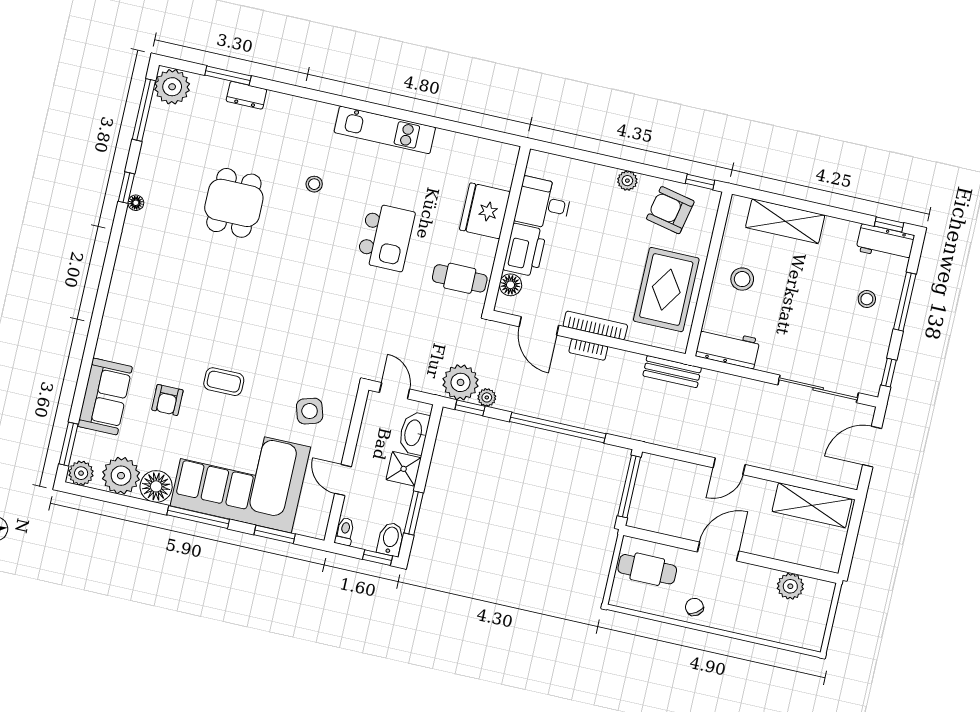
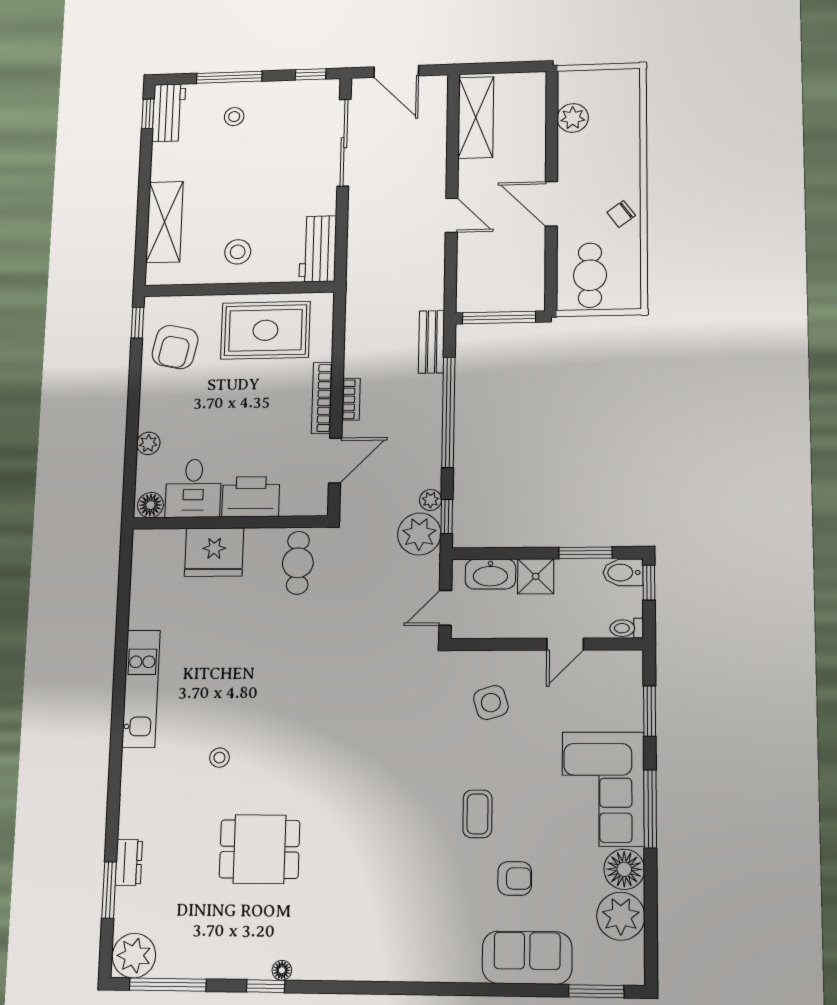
plant: (627, 181) -> (148, 443), moved
kitchen island: (386, 237) -> (266, 659), removed
floor lamp: (510, 285) -> (150, 505), moved
bench: (672, 372) -> (431, 342), moved
plant: (81, 473) -> (629, 967), removed
corner sofa: (240, 476) -> (603, 789), width x0.73, depth x0.74

